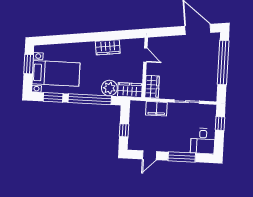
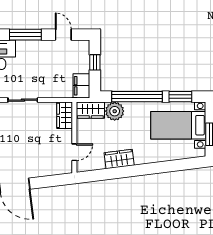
door: (145, 55) -> (74, 152), swing flipped
filing cabinet: (156, 109) -> (81, 86), moved, turned -90
door: (150, 155) -> (63, 35), hinge flipped

